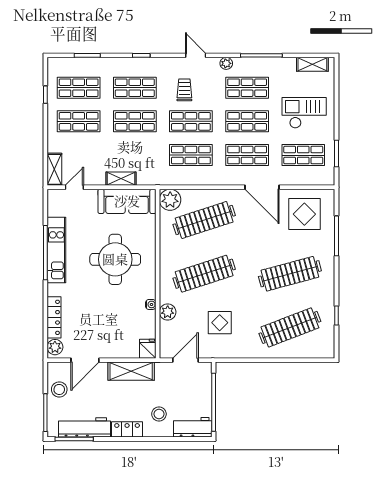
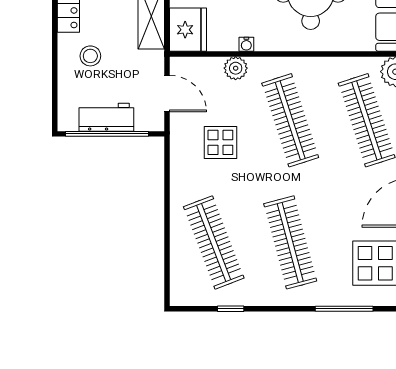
fridge: (148, 349) -> (188, 30), width x1.88, depth x1.34
workbench: (193, 427) -> (106, 117), moved, turned -90

